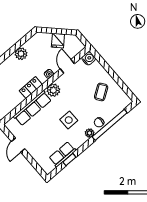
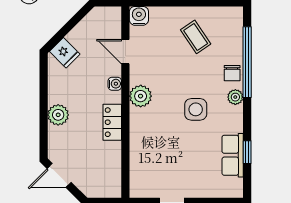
fridge: (58, 41) -> (65, 53), moved
plant: (21, 54) -> (58, 115), moved
row of seats: (32, 108) -> (140, 143), removed

